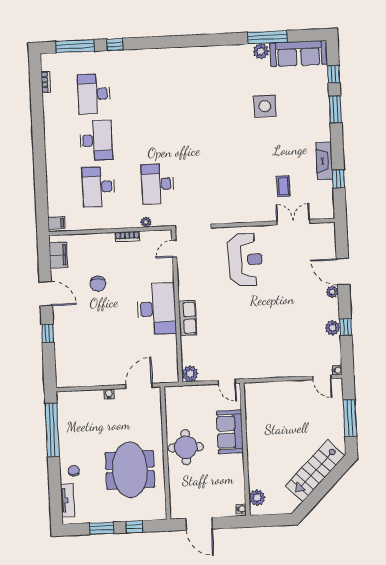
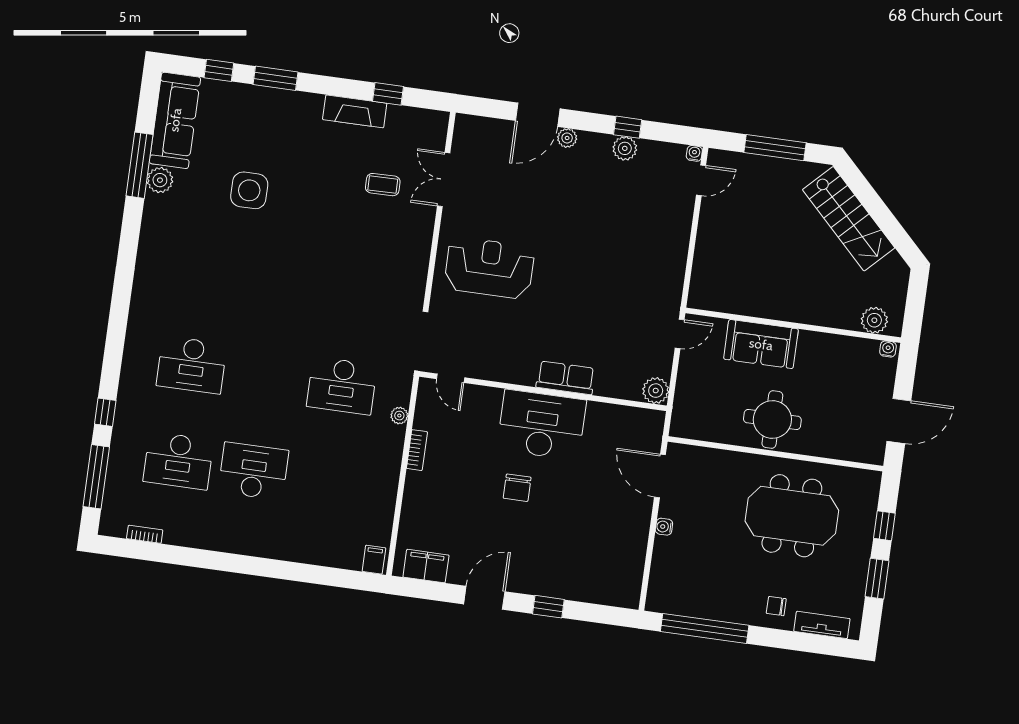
desk: (98, 187) -> (192, 365), moved
chair: (98, 284) -> (517, 488), moved, turned 90

